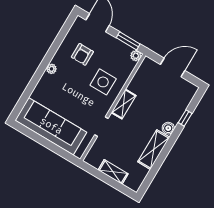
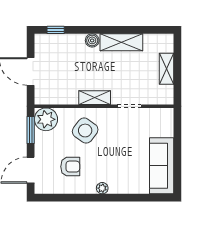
plant: (136, 56) -> (46, 119), width x1.88, depth x1.88
side table: (103, 82) -> (85, 131), turned 36
window: (185, 118) -> (56, 30), moved
sofa: (51, 126) -> (162, 166), width x0.74, depth x0.79

